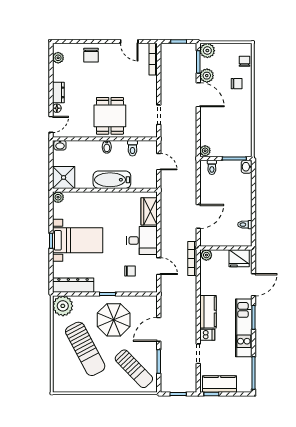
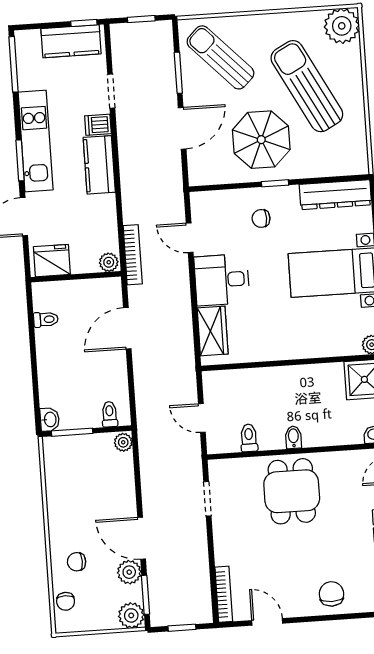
bathtub: (112, 180) -> (281, 381), removed
chair: (130, 271) -> (261, 218), moved
plant: (63, 306) -> (342, 26), moved

